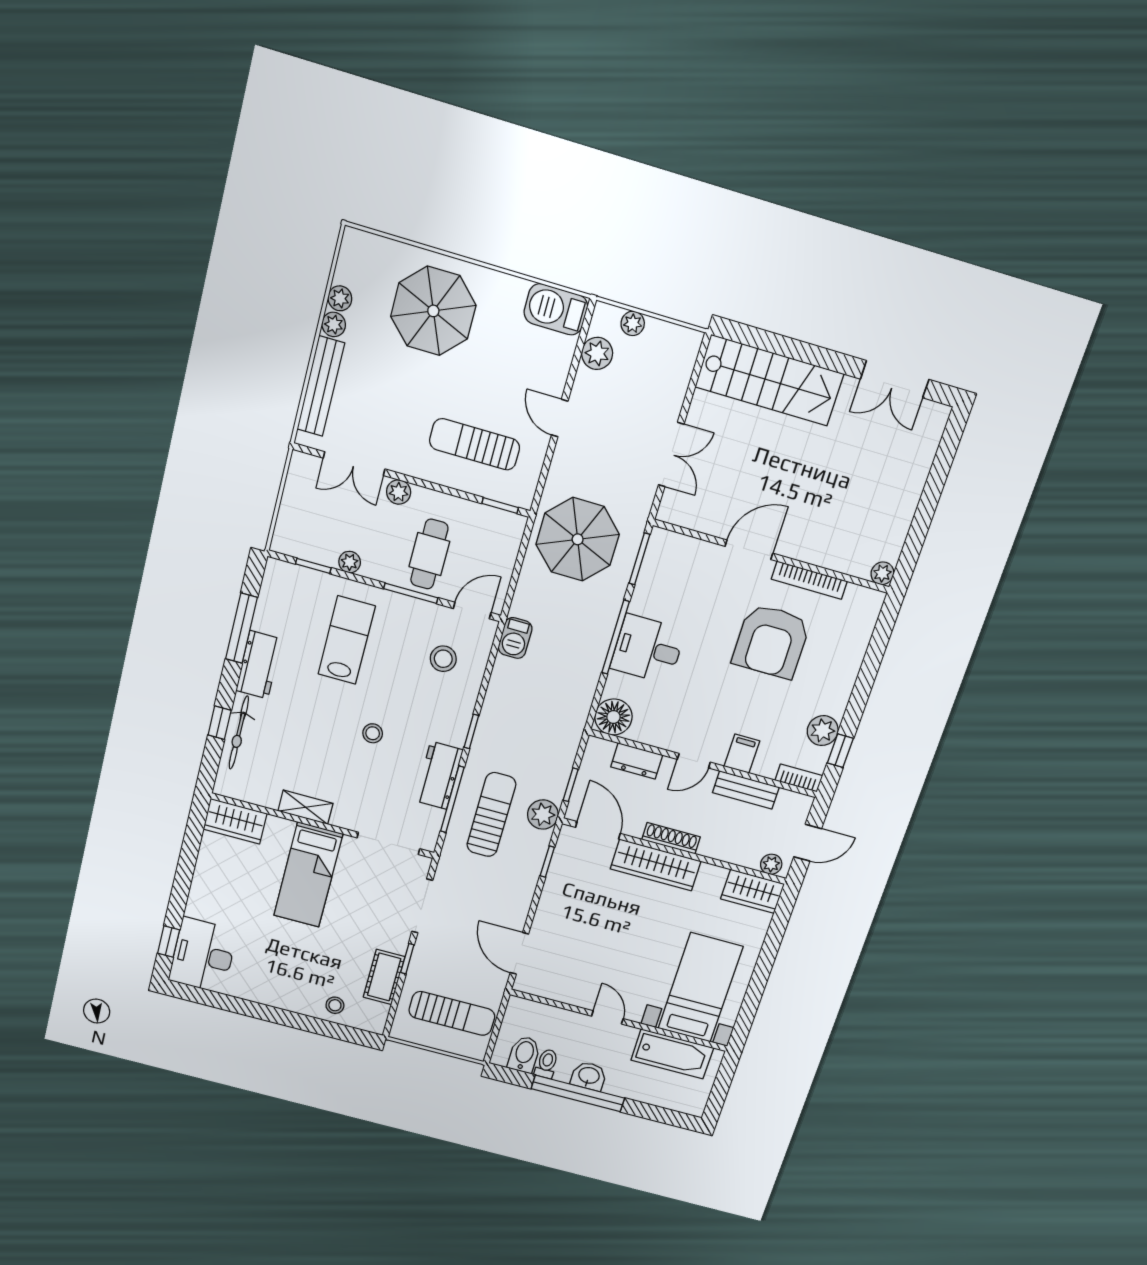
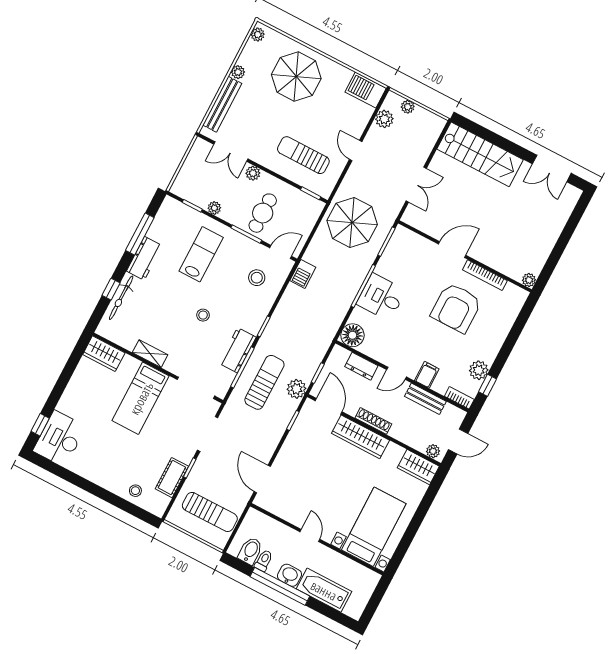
plant: (340, 298) -> (258, 35), moved
bathtub: (672, 1054) -> (324, 590), moved, turned 180

